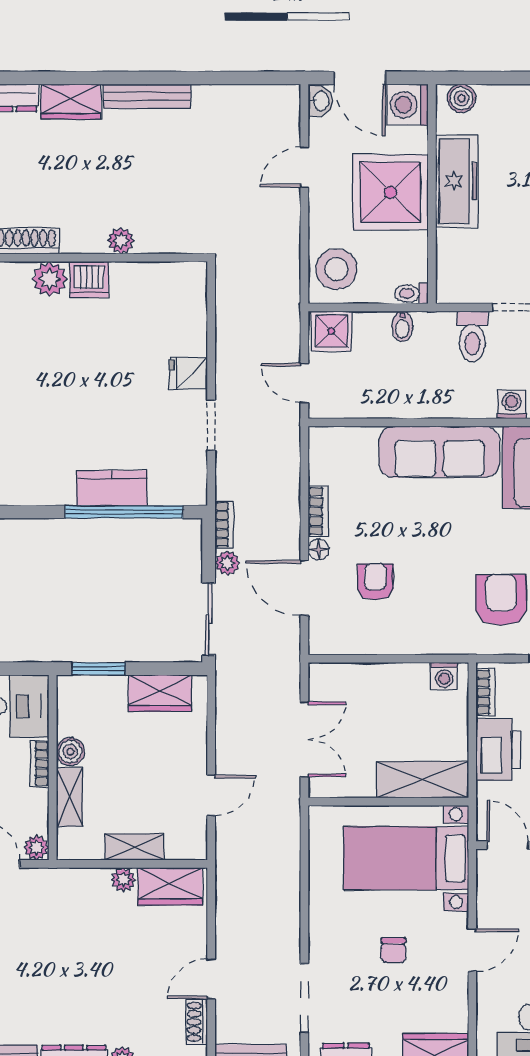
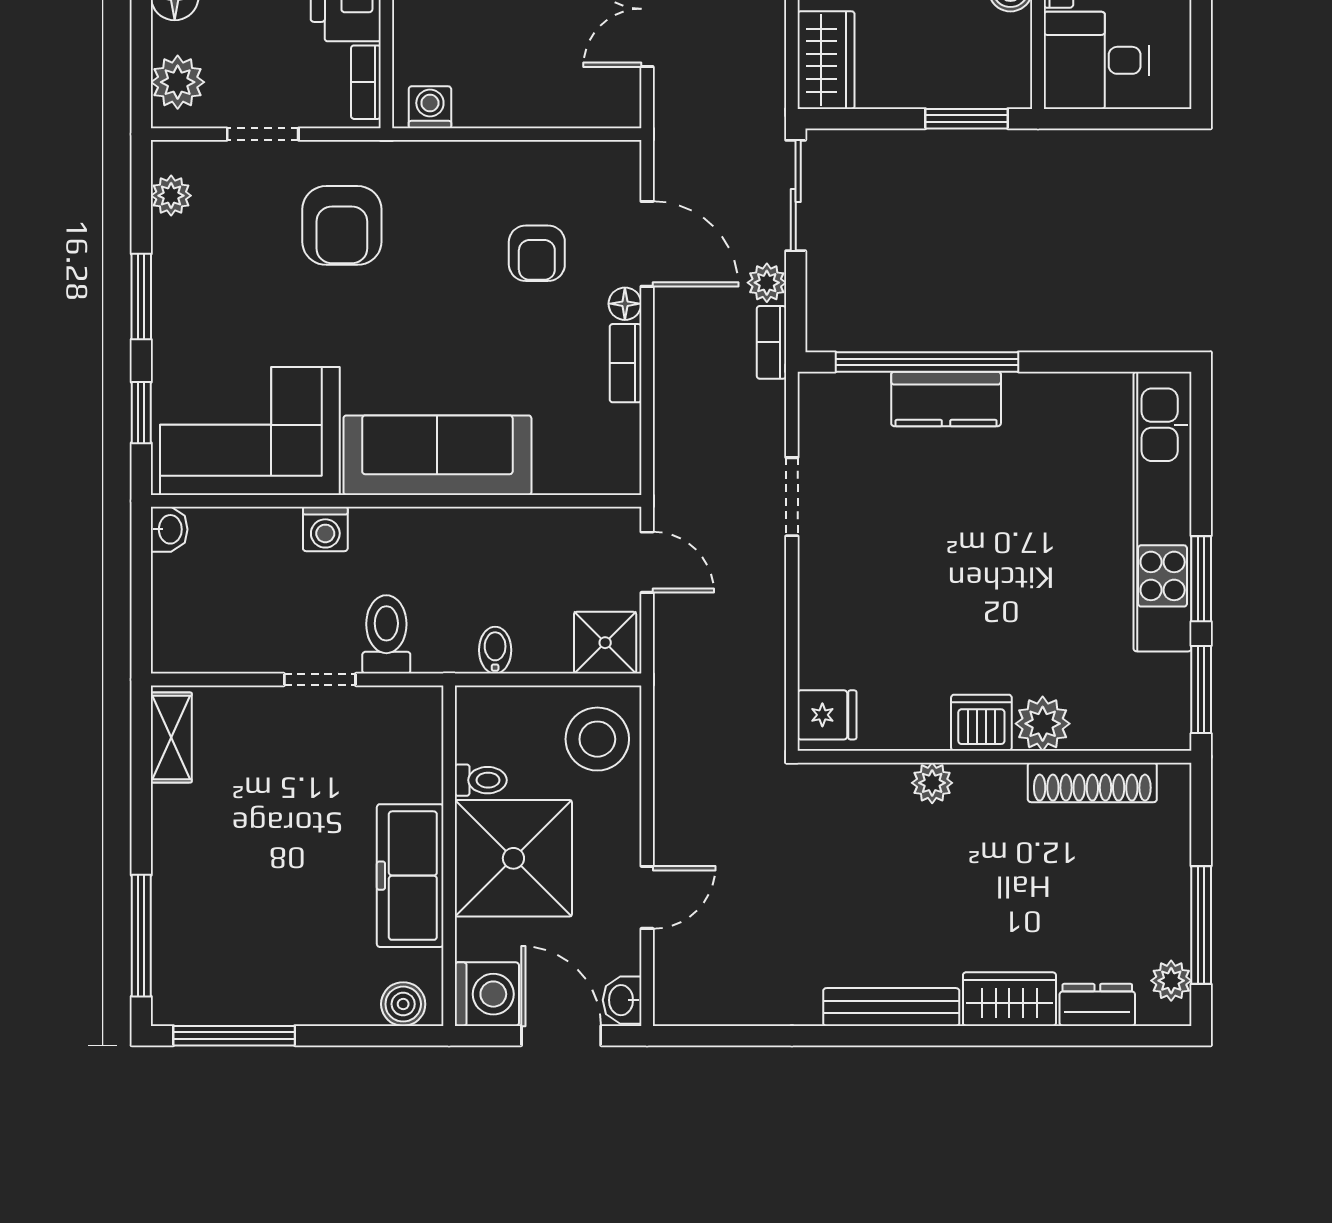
toilet: (411, 293) -> (481, 780), moved
fridge: (188, 373) -> (827, 715), moved
wardrobe: (160, 693) -> (826, 60), moved, turned 90

